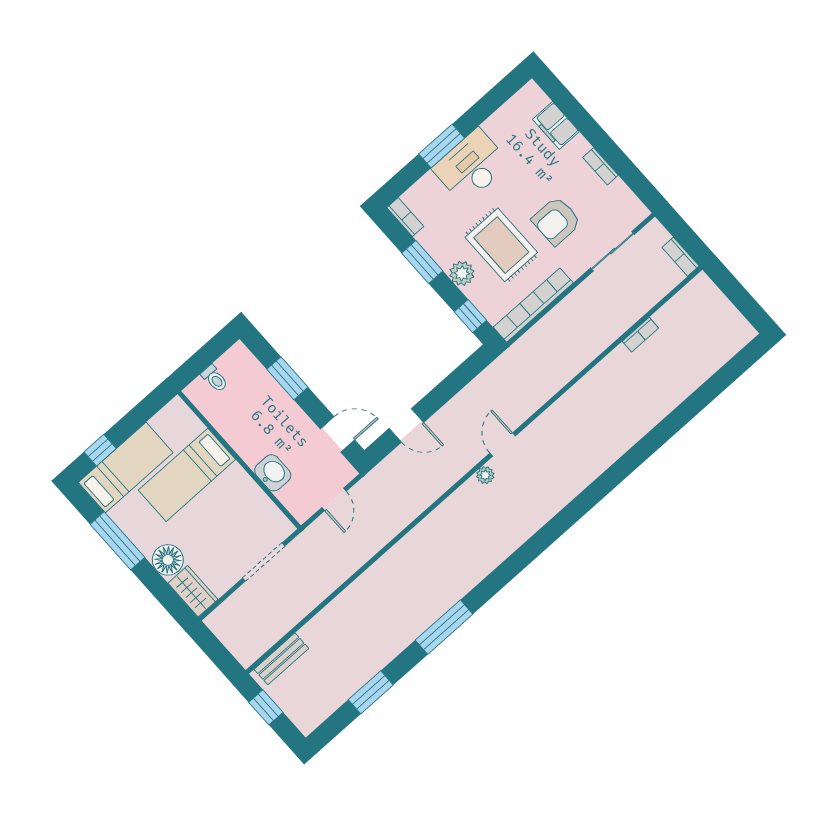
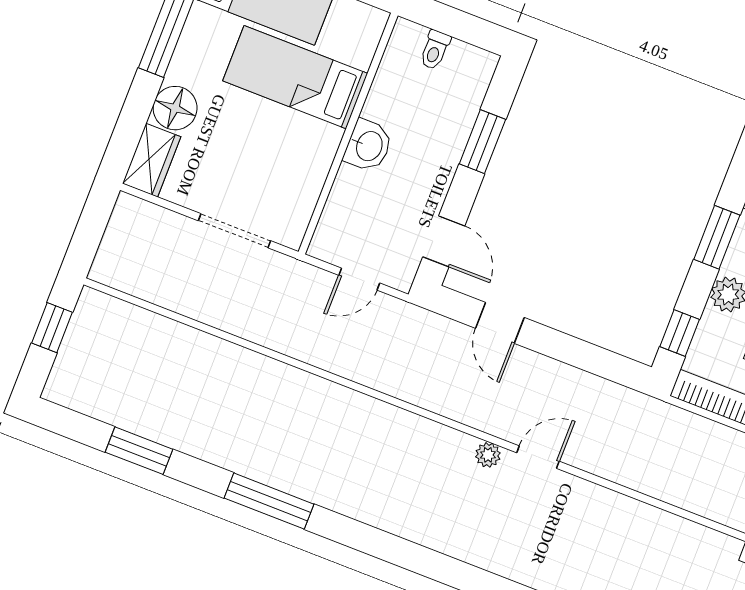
washbasin: (273, 473) -> (368, 146), moved
bench: (281, 659) -> (123, 316), removed

